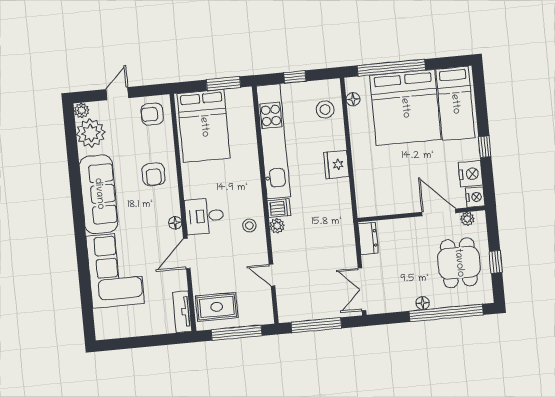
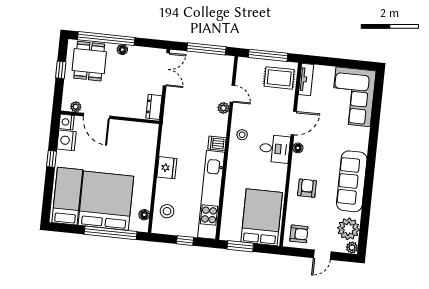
plant: (277, 226) -> (223, 108), moved
dining table: (459, 263) -> (89, 61), moved
corner sofa: (115, 270) -> (353, 97), moved

